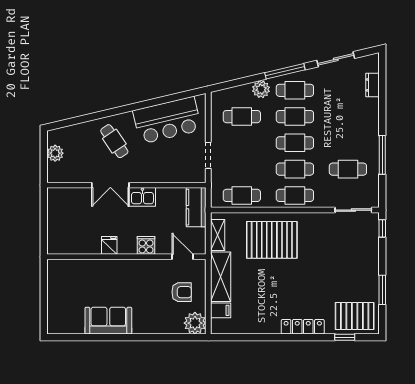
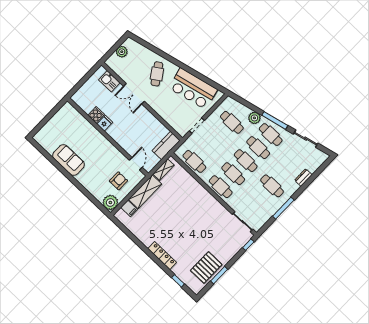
dresser: (372, 85) -> (303, 177), moved
cafe table: (348, 169) -> (272, 186), moved
kitchen sink: (142, 197) -> (109, 81), moved
pallet: (272, 240) -> (188, 198), removed
cooker: (146, 245) -> (96, 115), moved
armchair: (182, 292) -> (118, 181), turned -90
pallet: (355, 316) -> (206, 267), moved, turned 90

